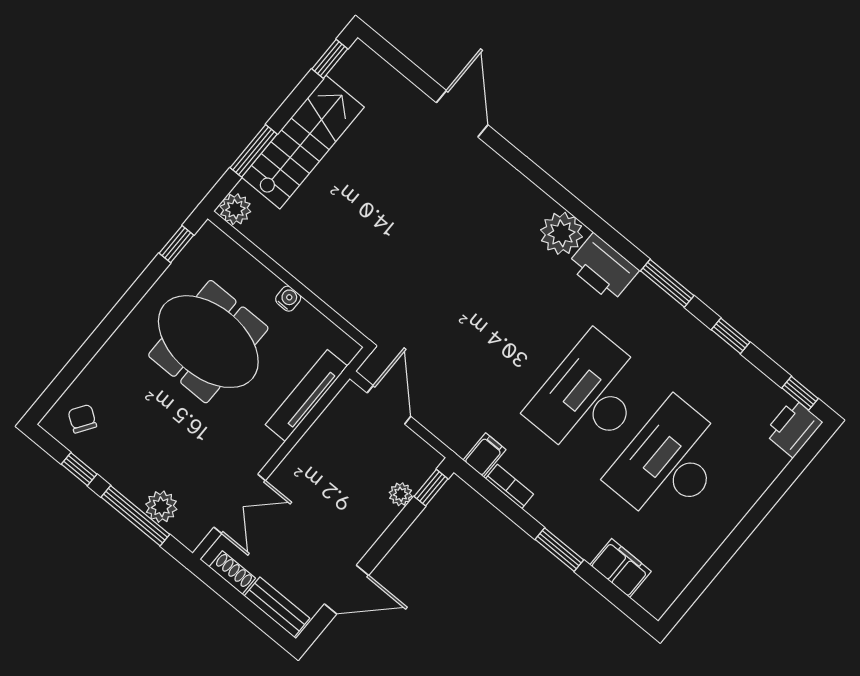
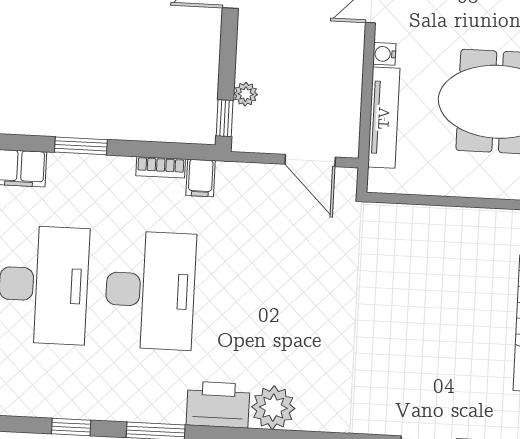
water cooler: (288, 299) -> (384, 54), moved, turned 90

